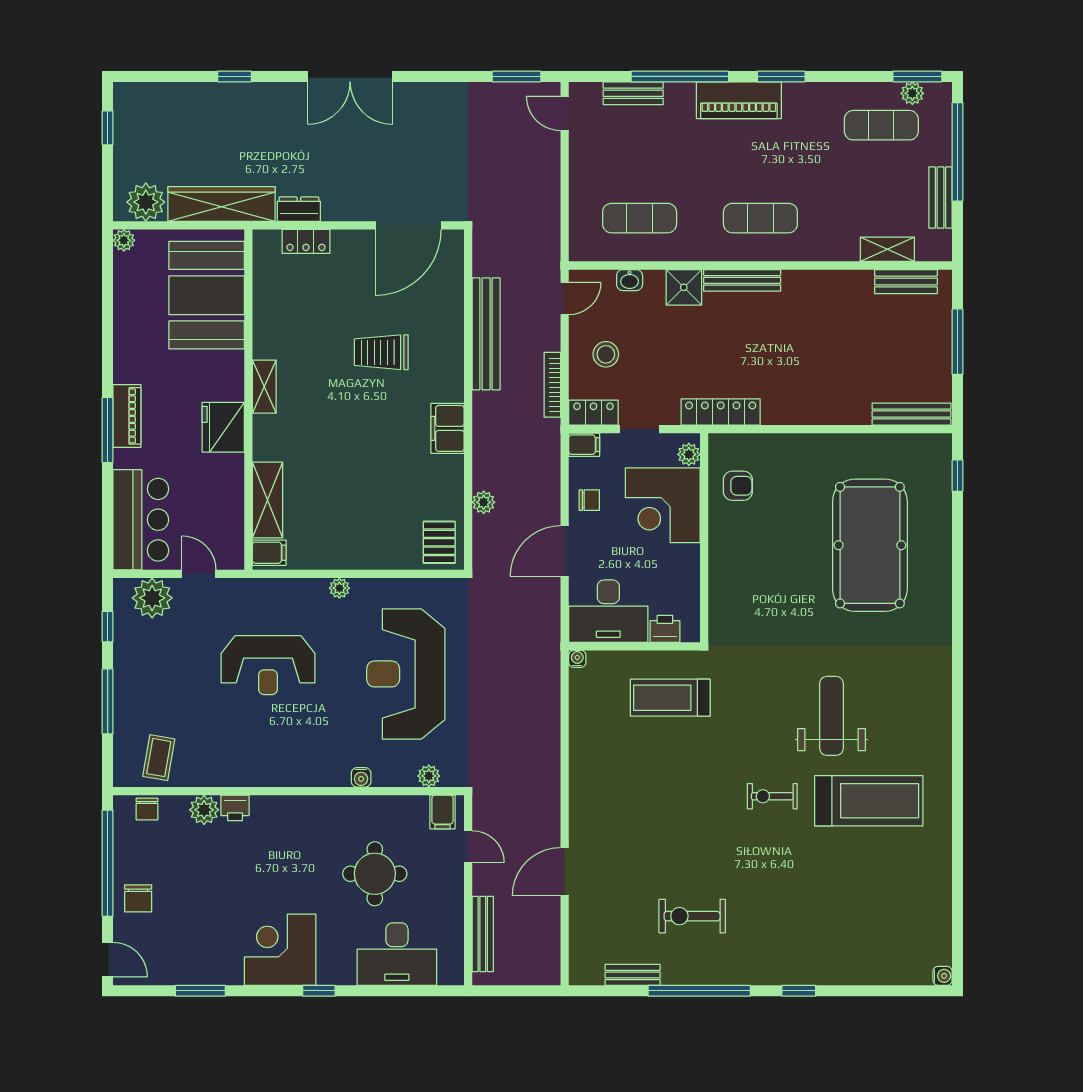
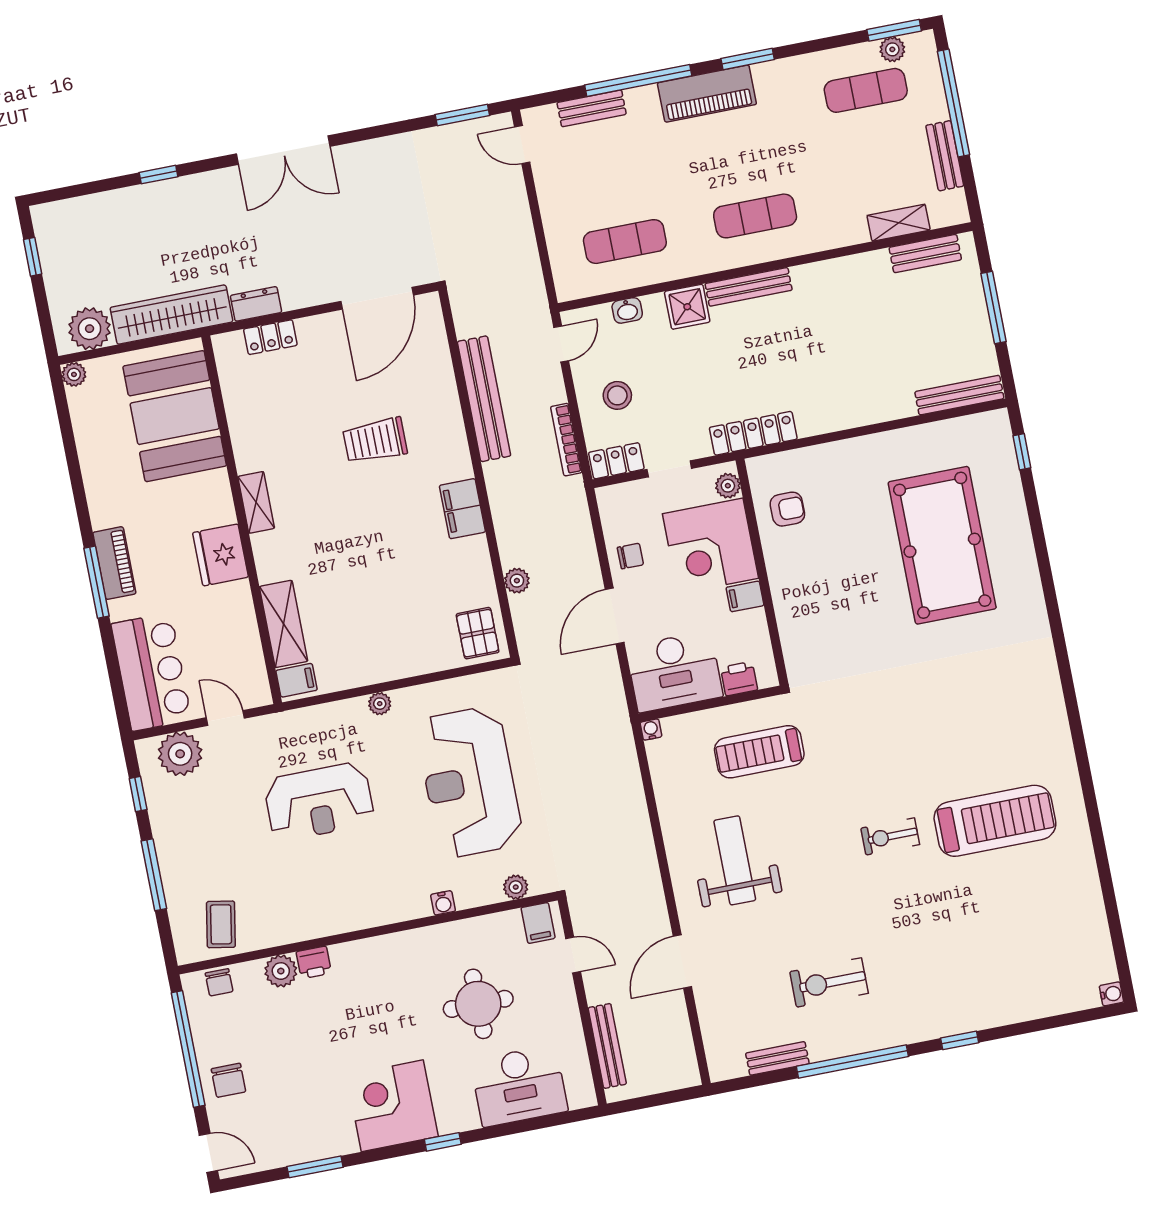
filing cabinet: (584, 445) -> (745, 596), moved, turned 180
weight bench: (831, 716) -> (735, 860), moved

